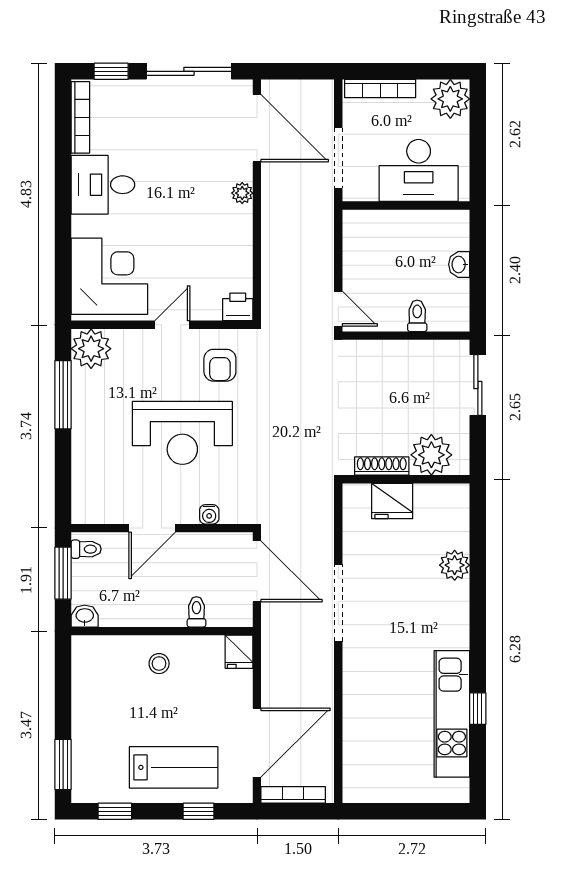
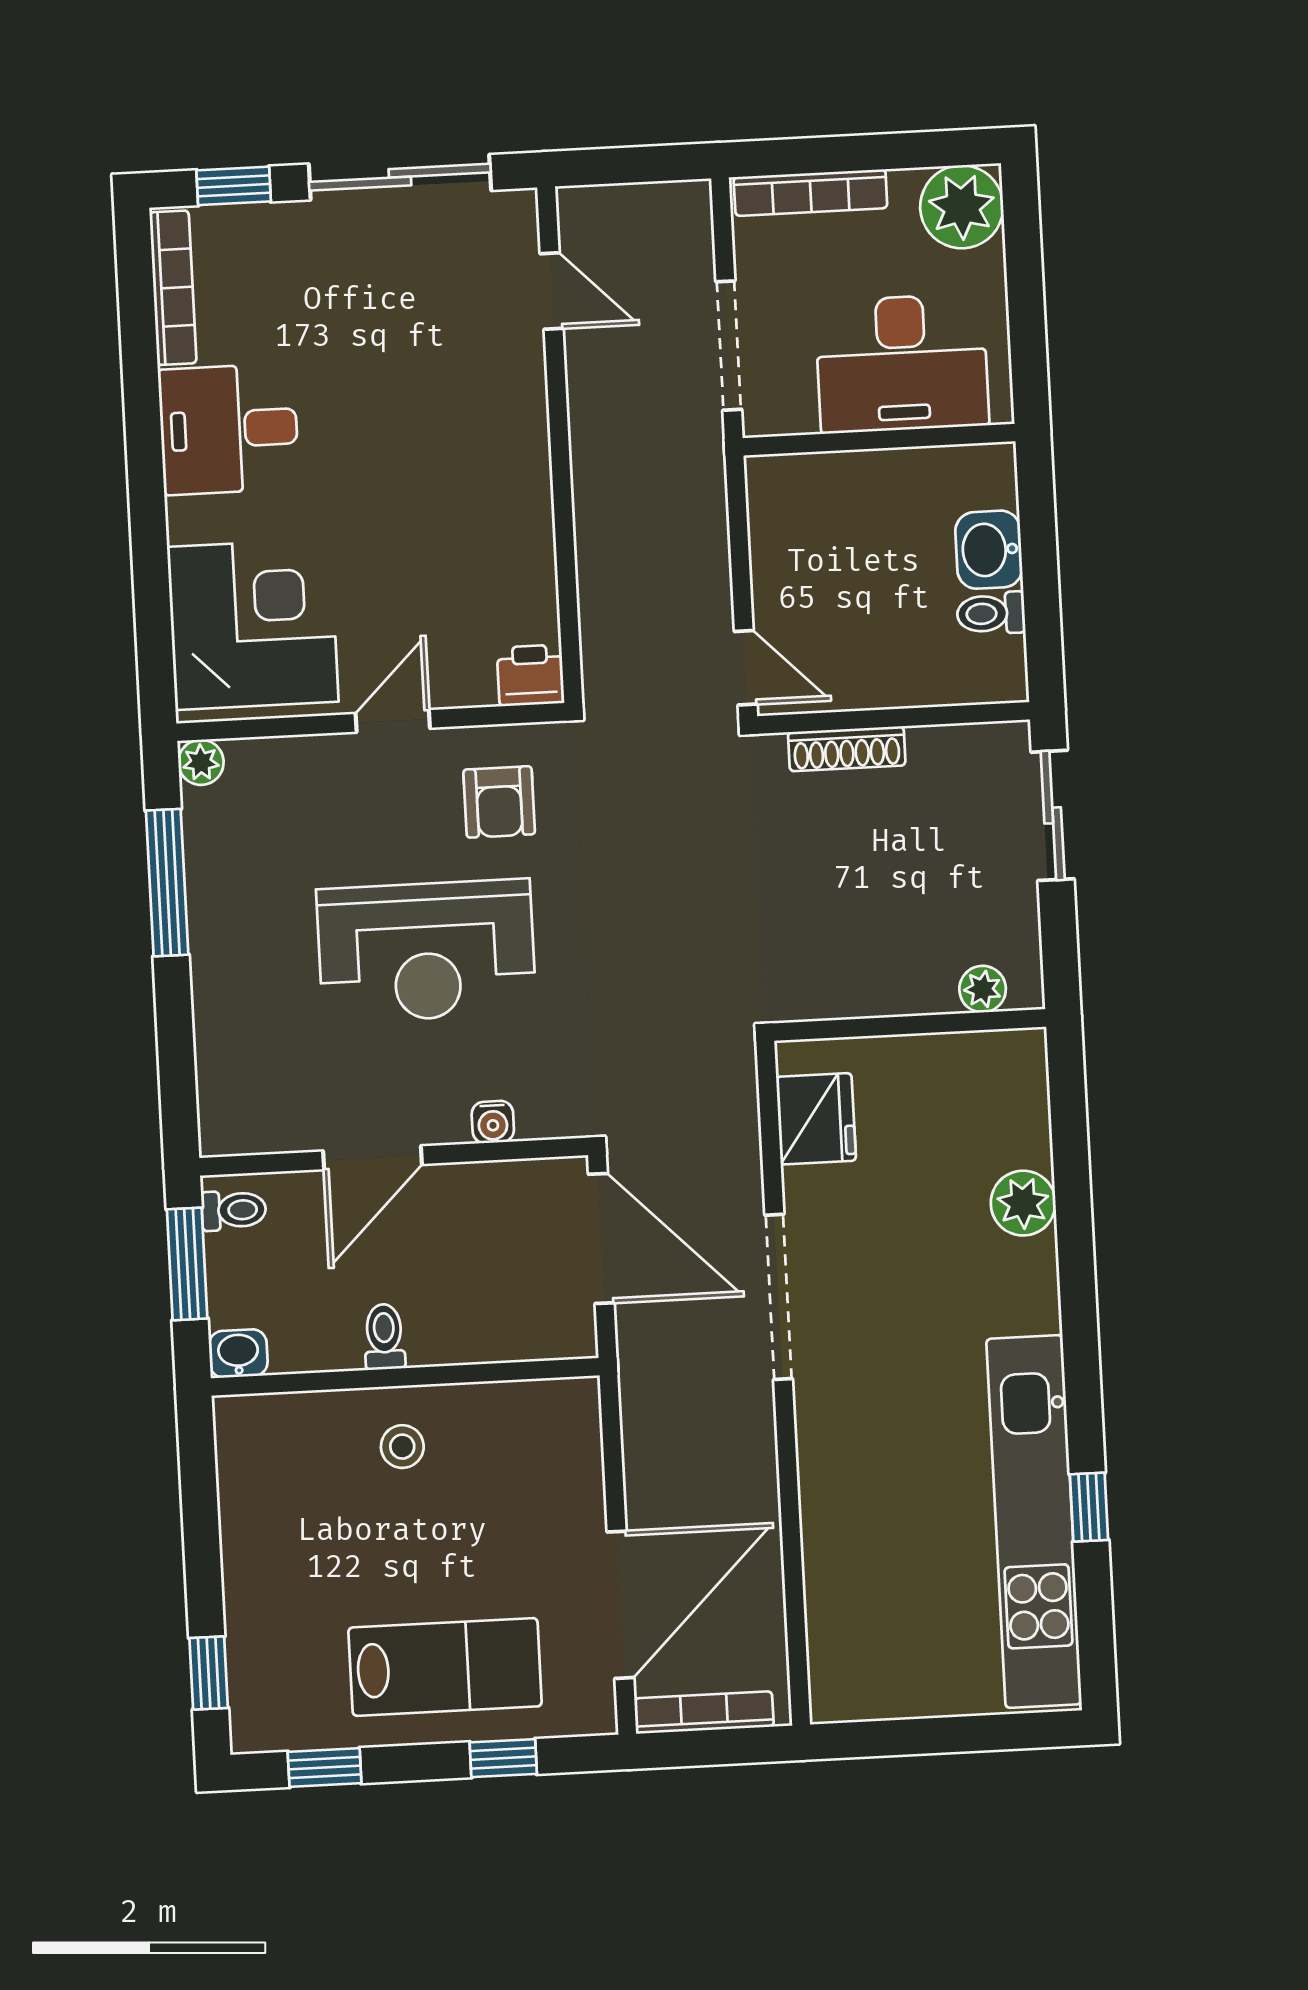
door: (257, 128) -> (552, 291), width x0.53
plant: (242, 193) -> (527, 431), removed
washbasin: (459, 264) -> (989, 550), width x1.38, depth x1.45
toilet: (417, 316) -> (991, 613), moved, turned -90
plant: (91, 349) -> (201, 762), width x0.53, depth x0.53
plant: (431, 455) -> (983, 989), width x0.53, depth x0.53
shoe rack: (382, 466) -> (847, 749), moved, turned 180
fridge: (392, 501) -> (816, 1119), moved, turned -90
toilet: (196, 612) -> (384, 1337), moved
fridge: (239, 652) -> (572, 1412), removed
kitchen unit: (452, 714) -> (1034, 1521), width x1.36
window: (63, 764) -> (209, 1673), width x0.67

